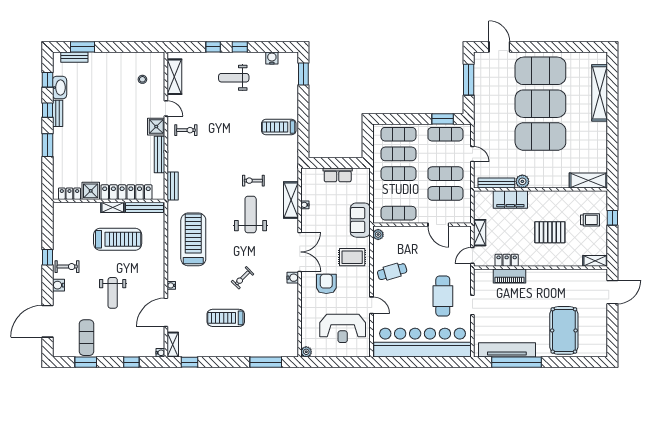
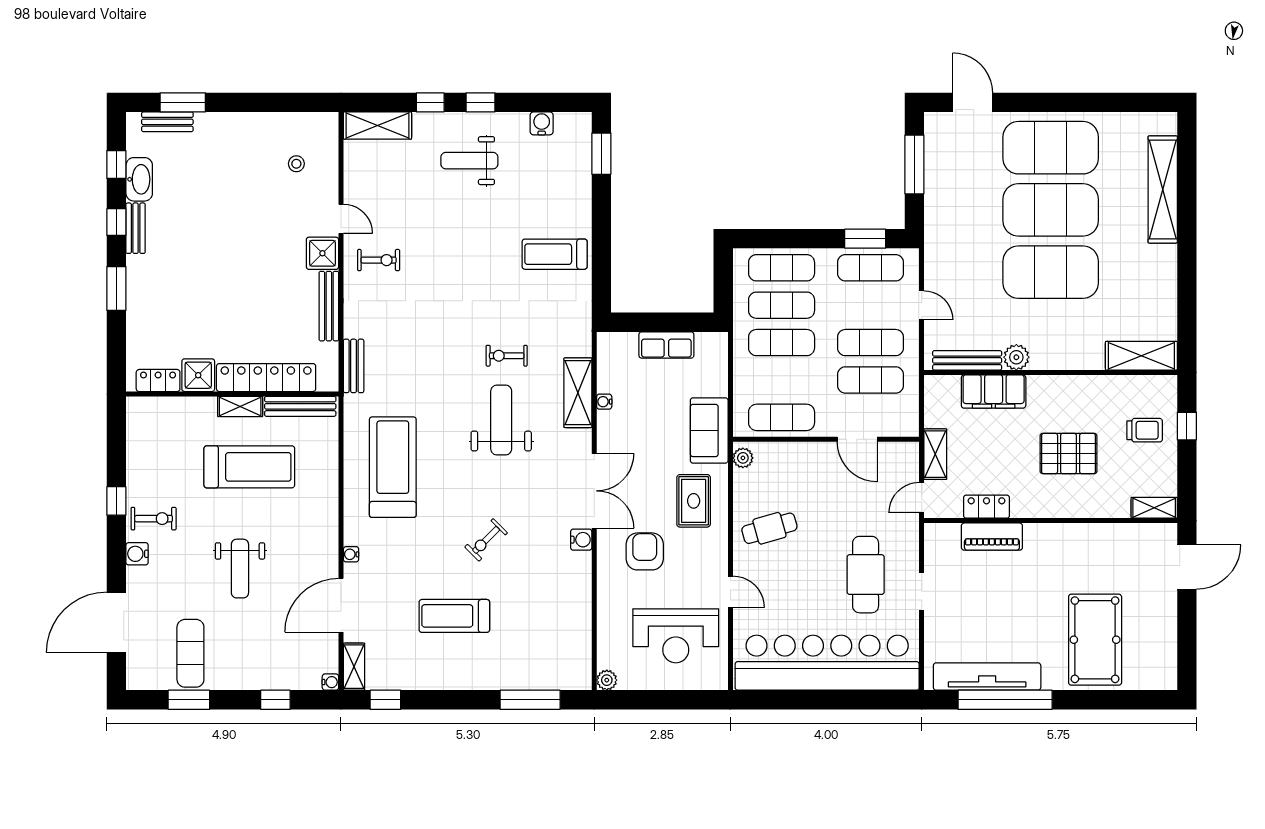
shelving: (174, 77) -> (377, 126), moved, turned 90
rug: (352, 257) -> (694, 501), turned 90

